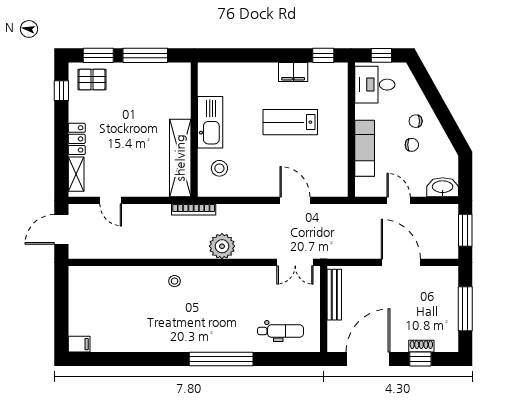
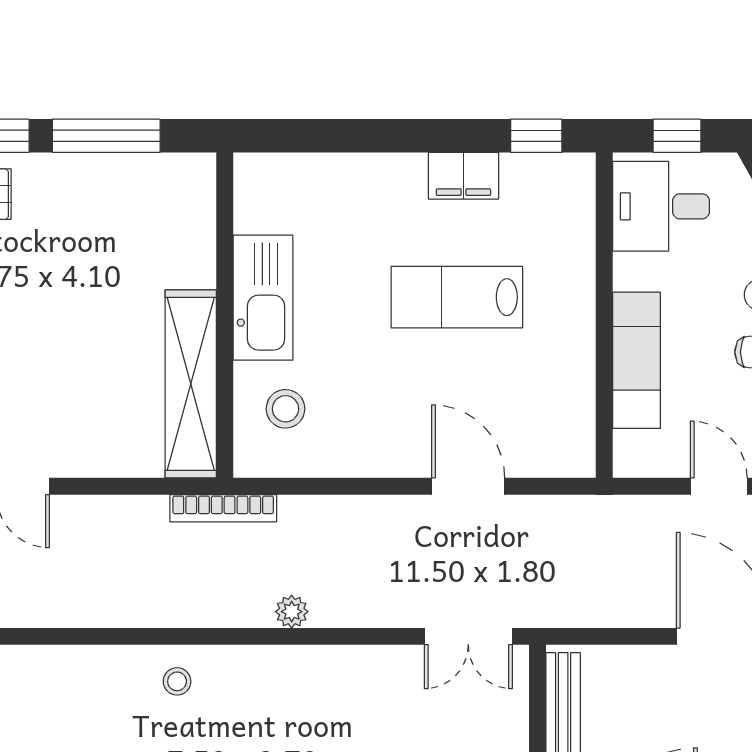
plant: (222, 246) -> (292, 612), width x0.53, depth x0.53

